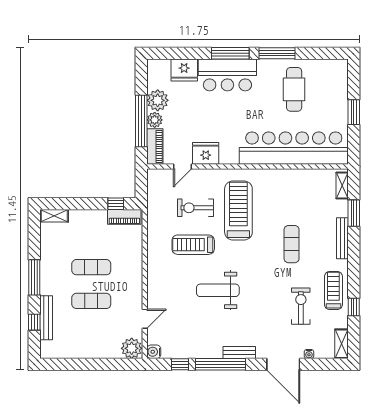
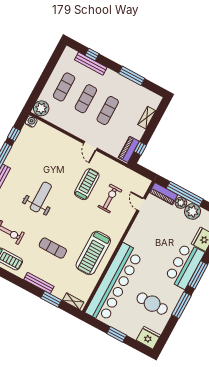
fridge: (206, 153) -> (148, 338), moved, turned -90
treadmill: (238, 210) -> (93, 253), moved, turned 90
shelving: (54, 216) -> (147, 118), moved
window: (34, 277) -> (132, 76), moved
weight bench: (218, 290) -> (41, 197), moved
door: (145, 319) -> (90, 146), moved
exercise mat: (91, 335) -> (64, 87), added

